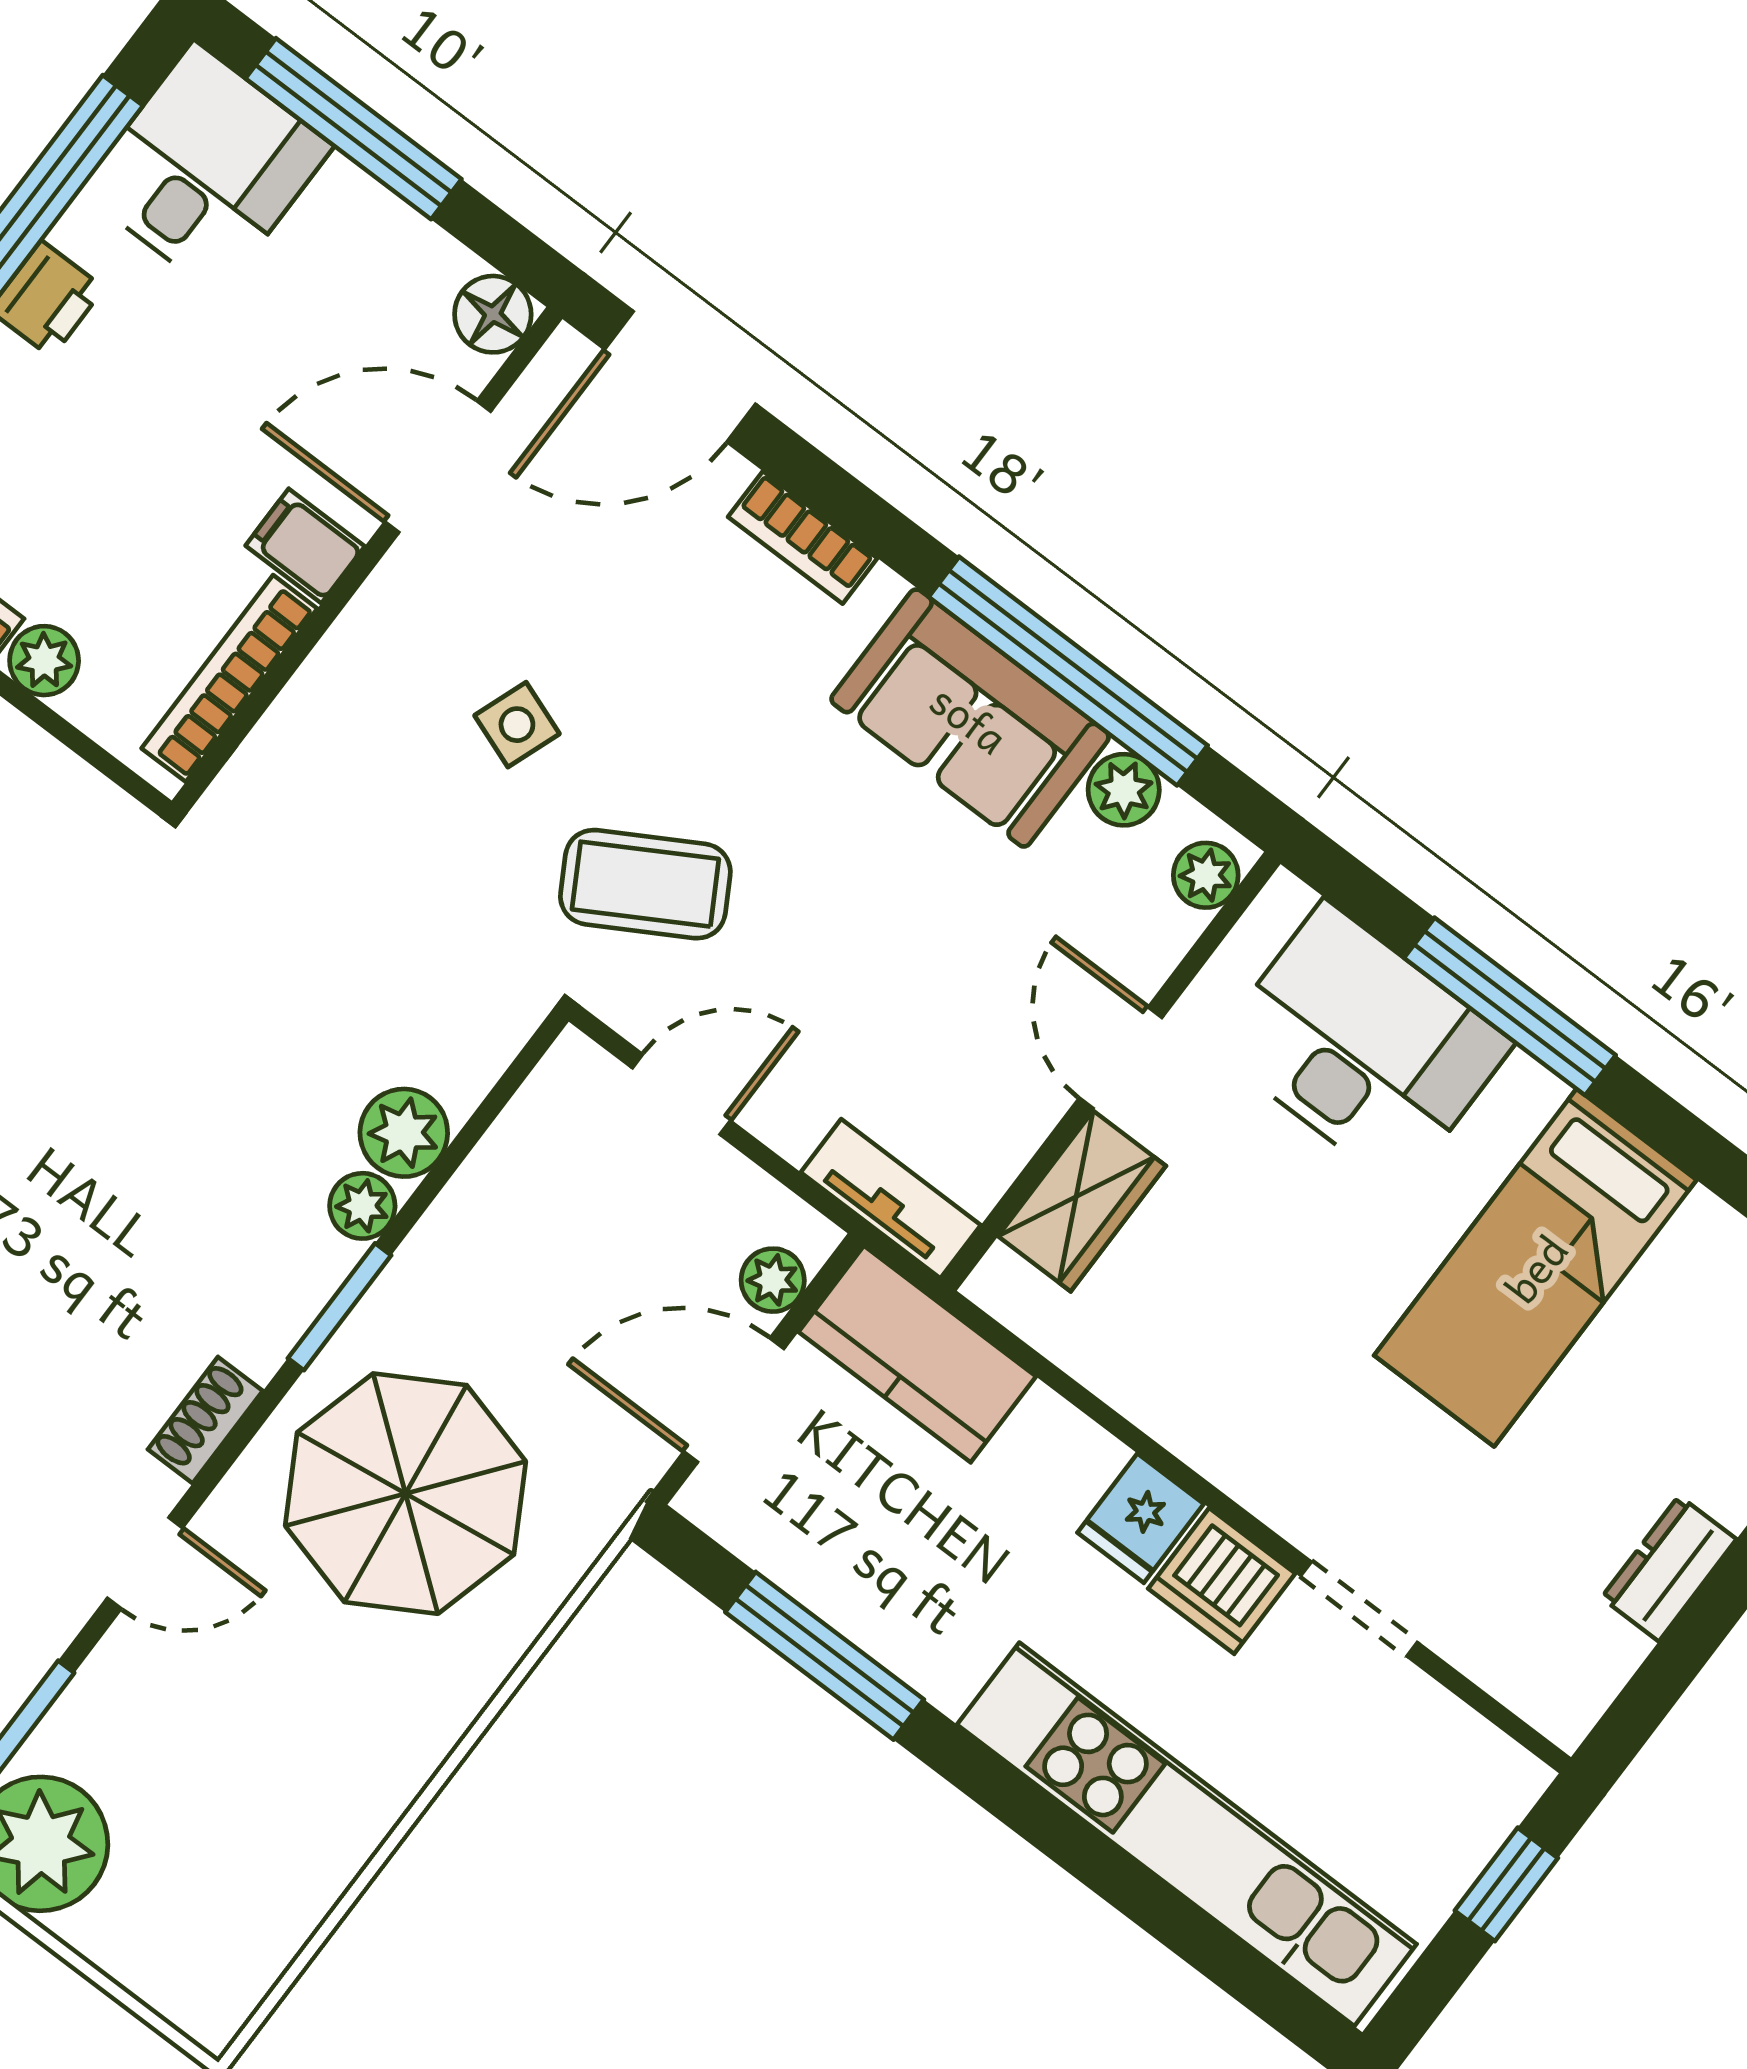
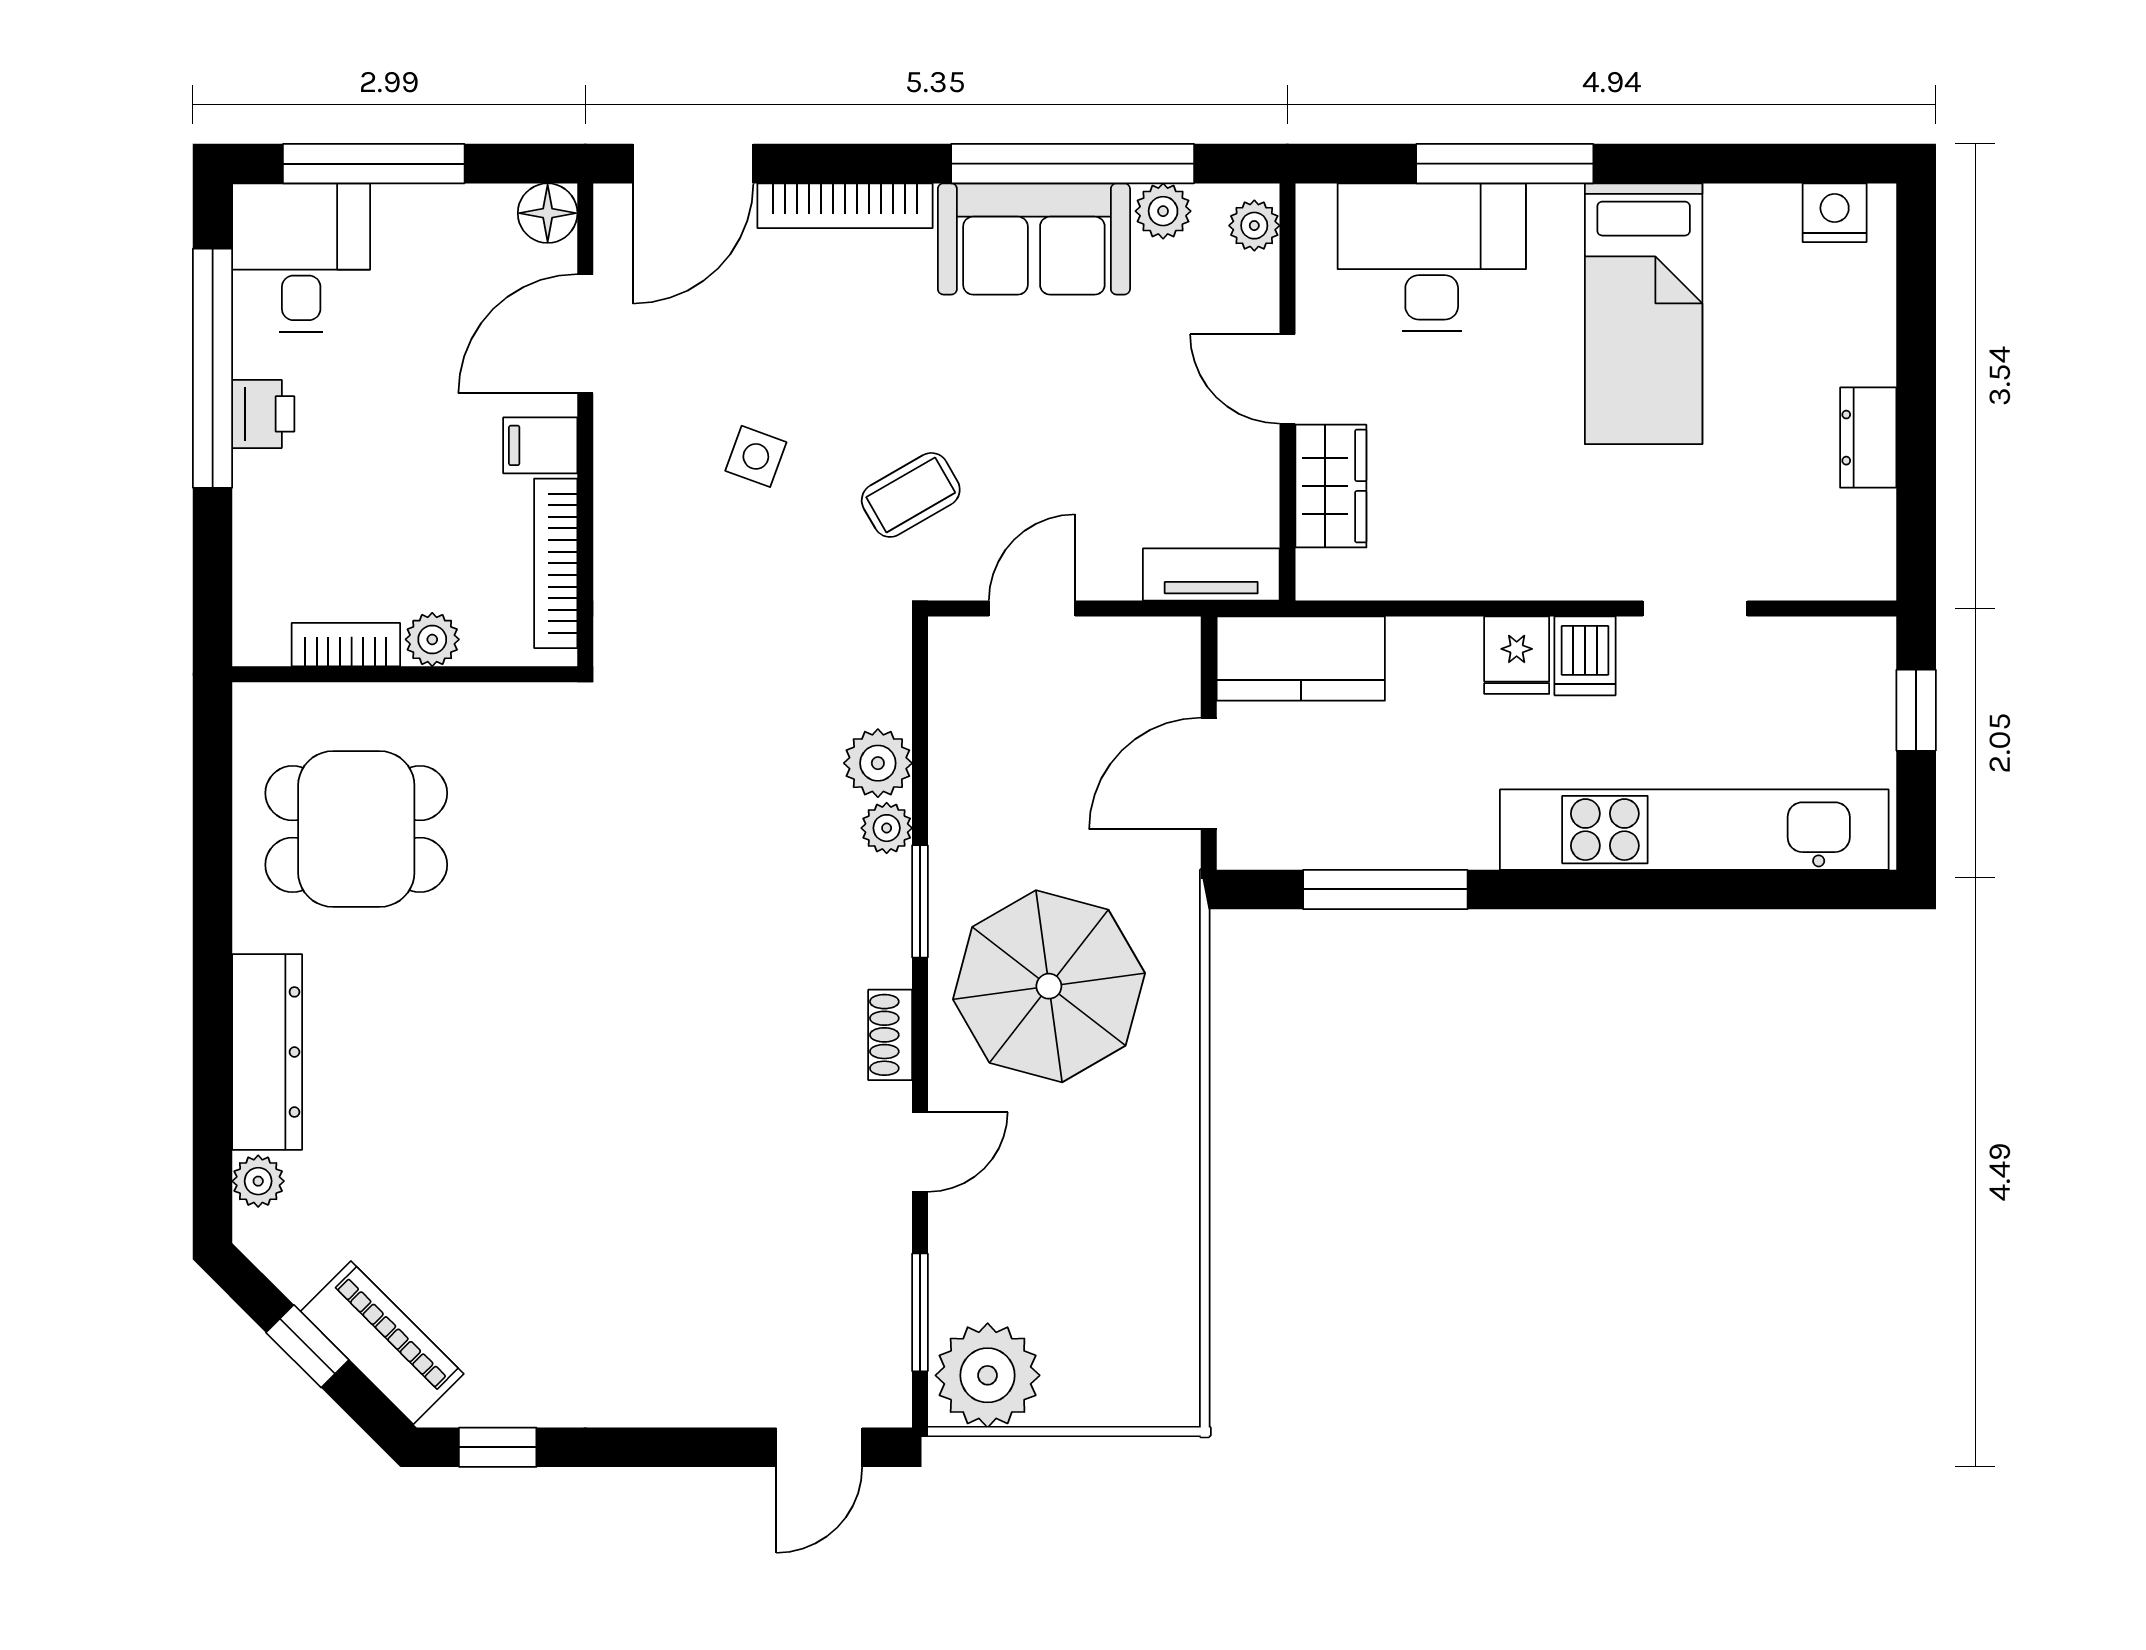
bookcase: (803, 537) -> (845, 206), width x1.56
coffee table: (645, 884) -> (911, 495), width x0.73, depth x0.77
plant: (773, 1280) -> (1176, 681), removed
dishwasher: (1222, 1581) -> (1585, 656), width x0.73

